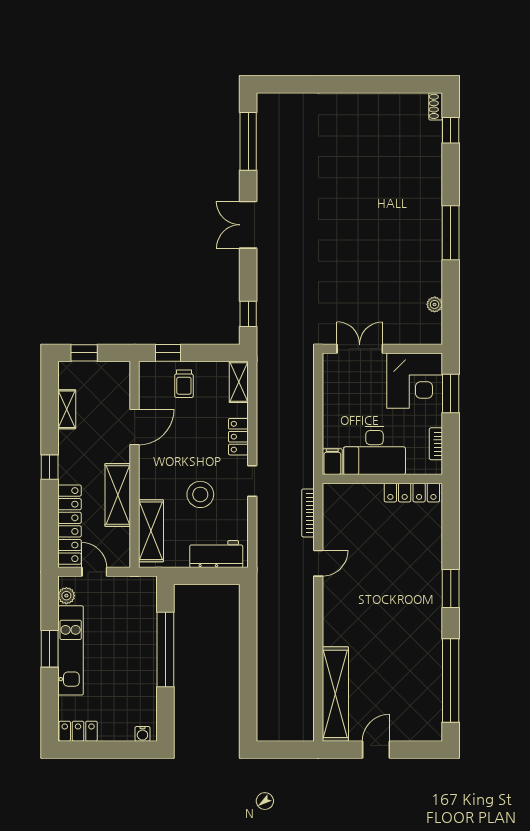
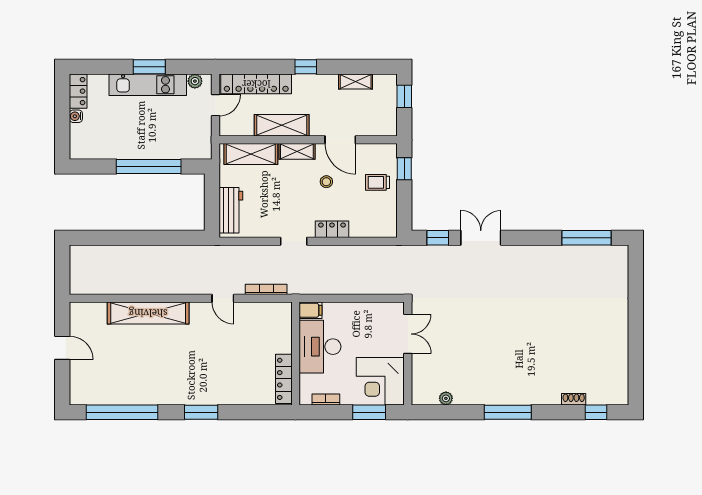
shoe rack: (436, 106) -> (574, 399), moved
double door: (248, 225) -> (481, 238), moved
shelving: (239, 382) -> (297, 151), moved
stool: (200, 494) -> (326, 182), moved, width x0.53, depth x0.53
shelving: (335, 694) -> (148, 313), moved
water cooler: (142, 734) -> (76, 116), moved

